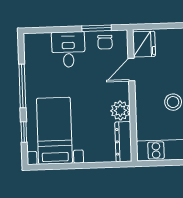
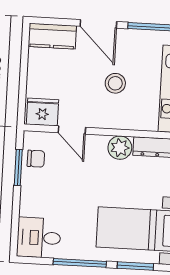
desk: (68, 49) -> (39, 238), moved
window: (24, 132) -> (135, 266), width x1.50

